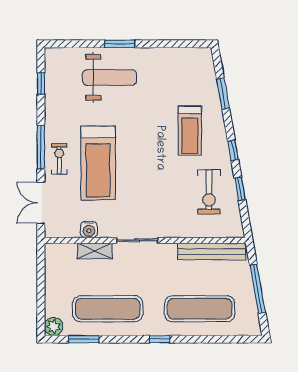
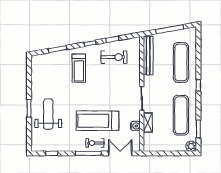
treadmill: (190, 131) -> (79, 68), turned 90
treadmill: (98, 163) -> (97, 121), turned 180
double door: (41, 203) -> (120, 153), swing flipped

